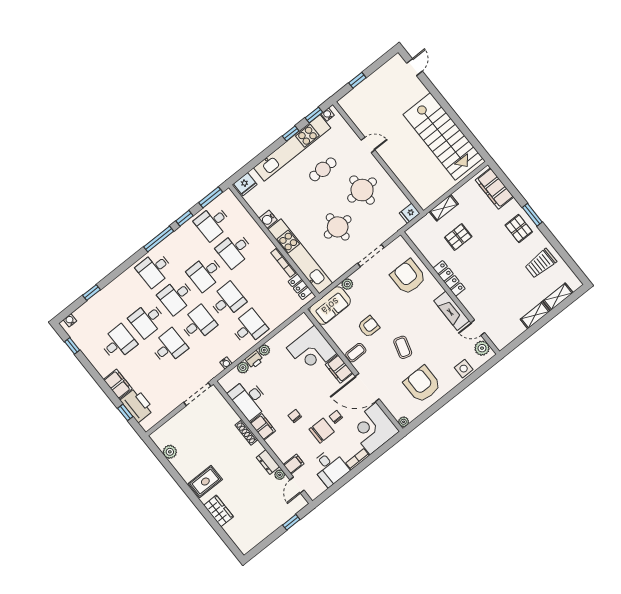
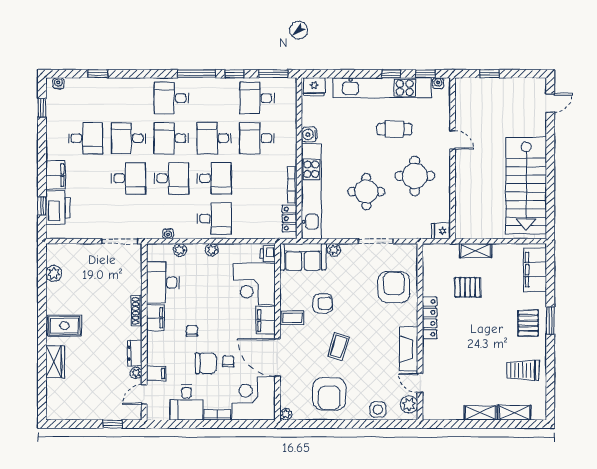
printer: (254, 359) -> (268, 254), moved, turned 90
armchair: (422, 384) -> (329, 394), turned 180

